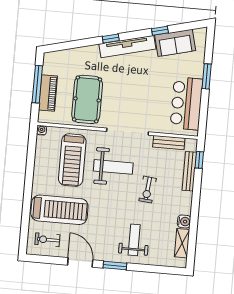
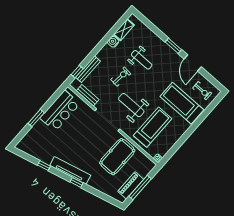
sofa: (175, 43) -> (40, 152), removed
piano: (48, 93) -> (131, 185), moved
weight bench: (134, 240) -> (142, 60), moved, turned -90

